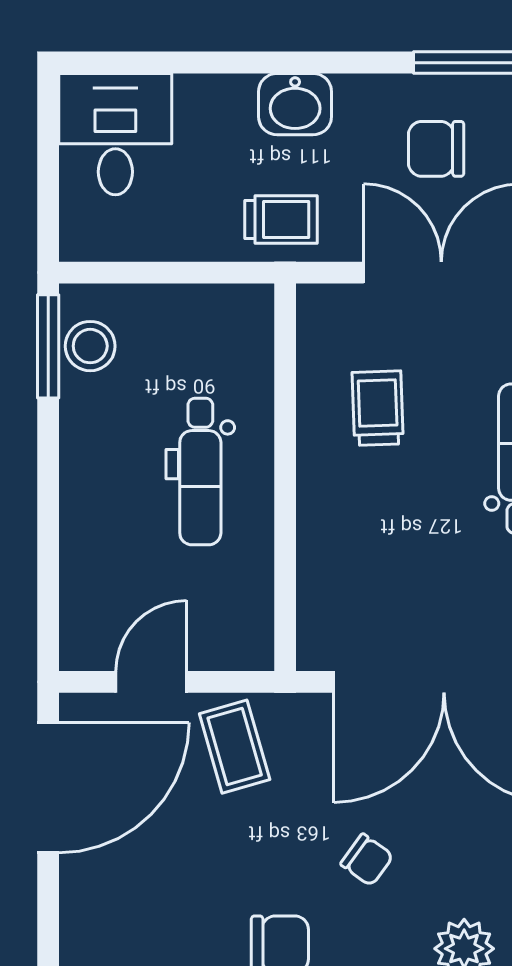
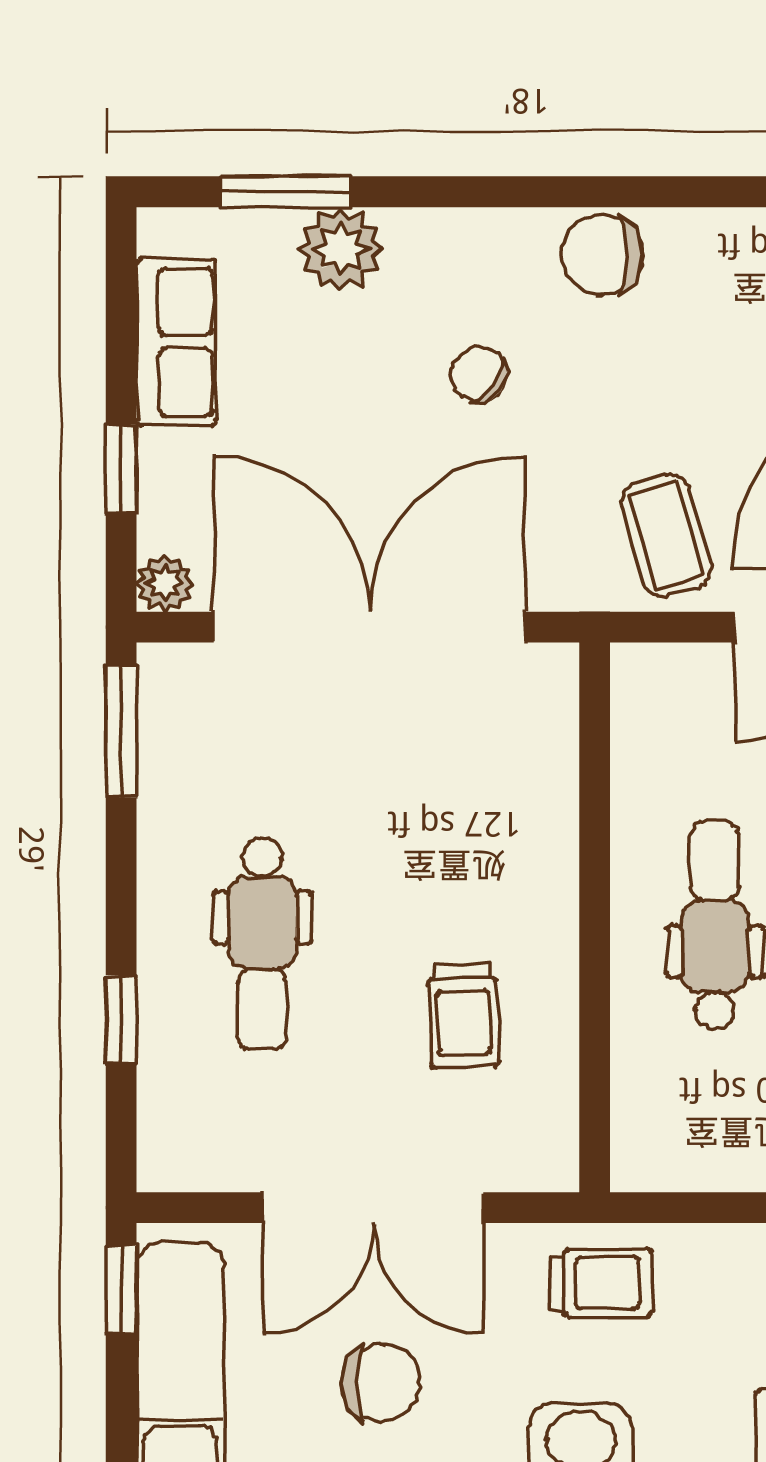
trolley: (281, 219) -> (600, 1283), turned 180

